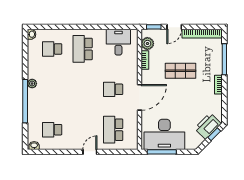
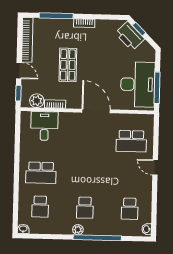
desk: (118, 42) -> (44, 126), moved, turned 90
school desk: (113, 89) -> (85, 208), moved

